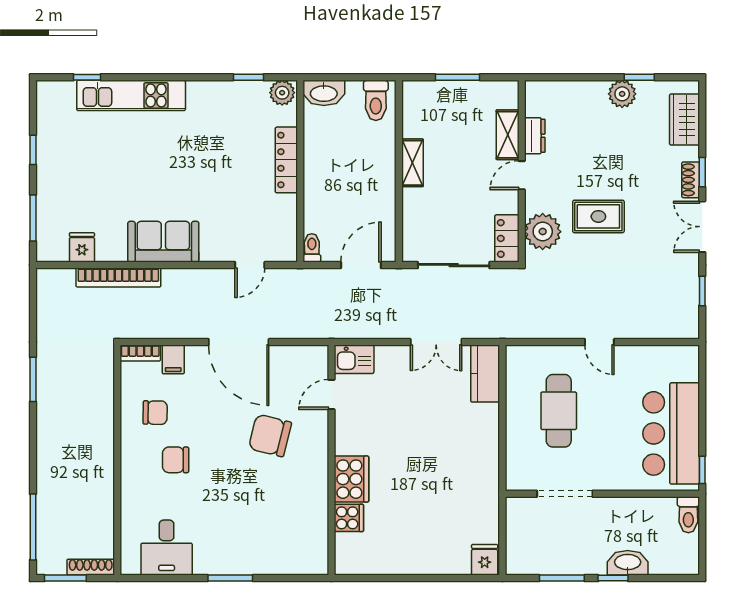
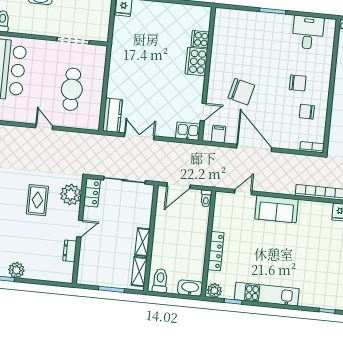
kitchen unit: (131, 95) -> (267, 294), moved
shelving: (508, 135) -> (139, 272), moved
rug: (598, 216) -> (37, 200), turned 90
sofa: (163, 242) -> (276, 209), moved
filing cabinet: (173, 359) -> (218, 134), moved

